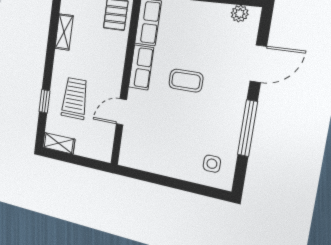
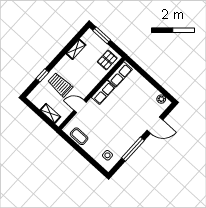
coffee table: (186, 81) -> (79, 136), moved
trolley: (75, 98) -> (60, 85), turned -90
shelving: (59, 143) -> (50, 113), moved

